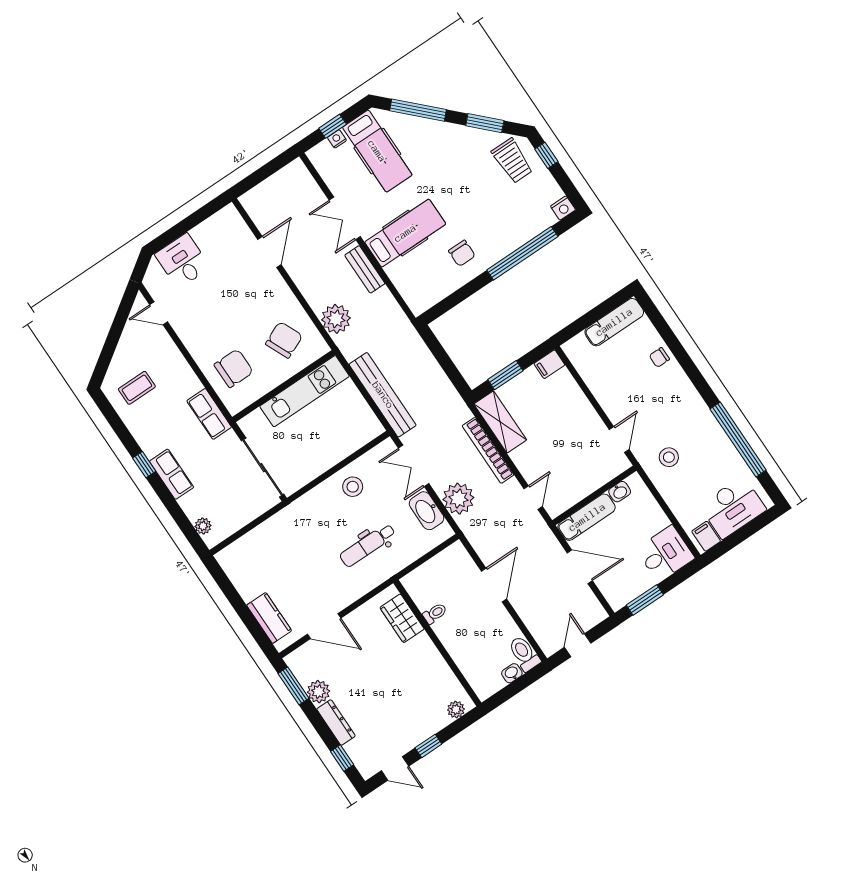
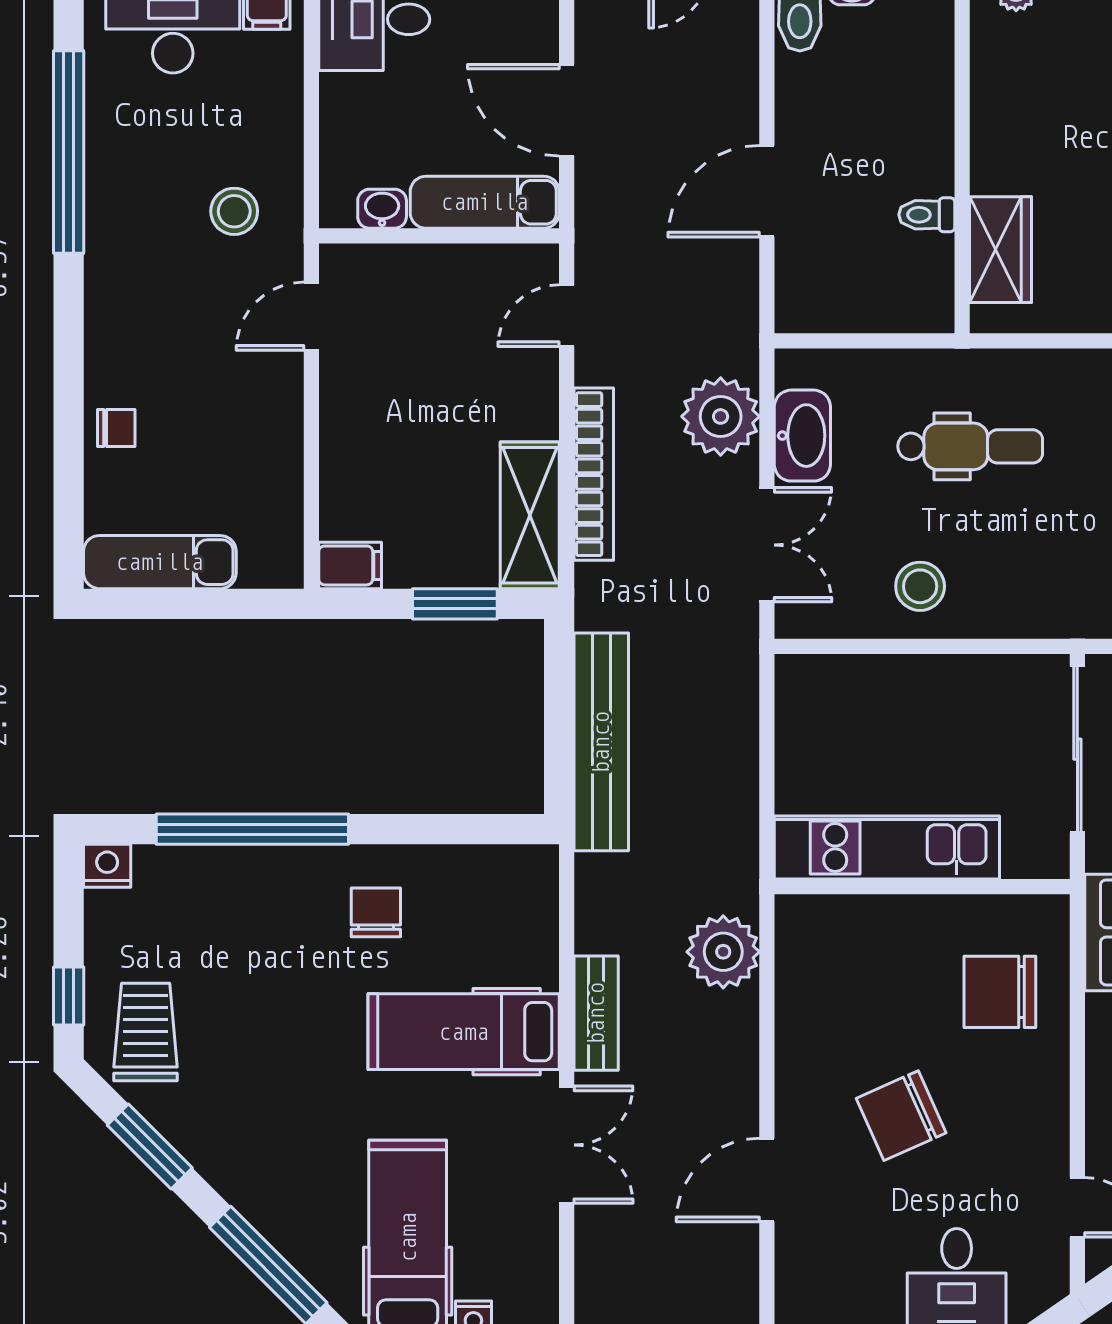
chair: (284, 340) -> (901, 1116), moved
bench: (383, 395) -> (601, 742), moved

